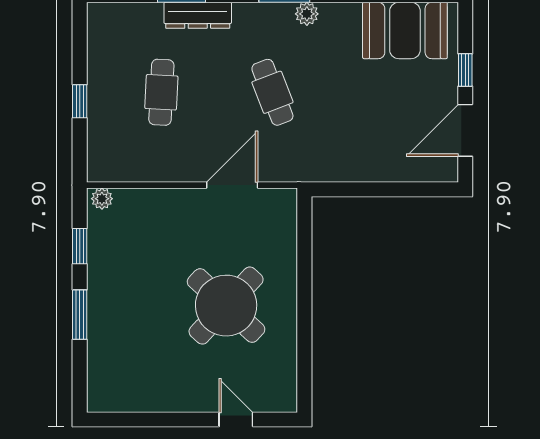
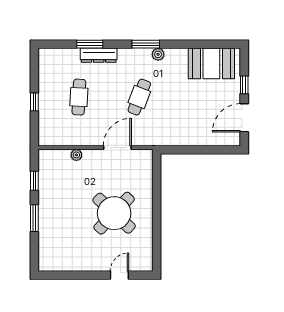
cafe table: (272, 92) -> (139, 97), turned 42
plant: (102, 199) -> (76, 155), moved
door: (236, 420) -> (119, 275), hinge flipped

